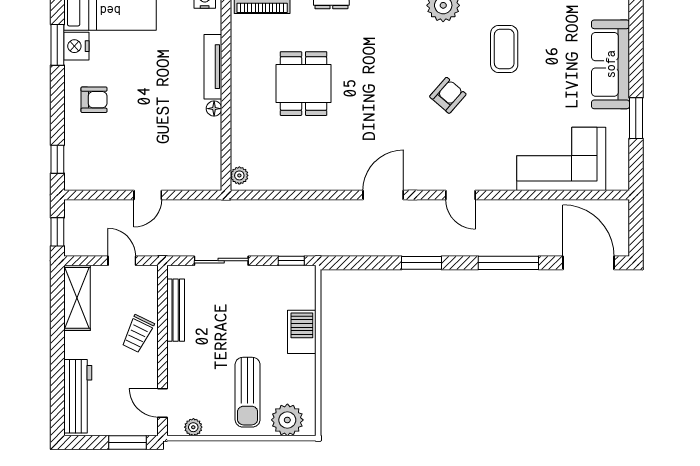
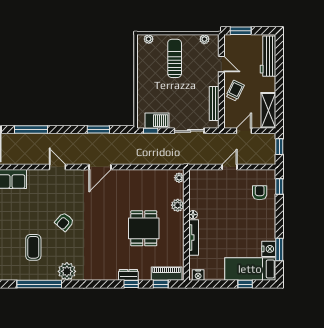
armchair: (94, 100) -> (260, 193), moved, turned 90
plant: (242, 125) -> (178, 205), added
door: (122, 261) -> (244, 131), swing flipped
window: (421, 263) -> (98, 130), moved
barbecue: (302, 332) -> (157, 121), moved, turned -90
door: (163, 403) -> (221, 64), moved
plant: (287, 420) -> (149, 39), width x0.53, depth x0.53

